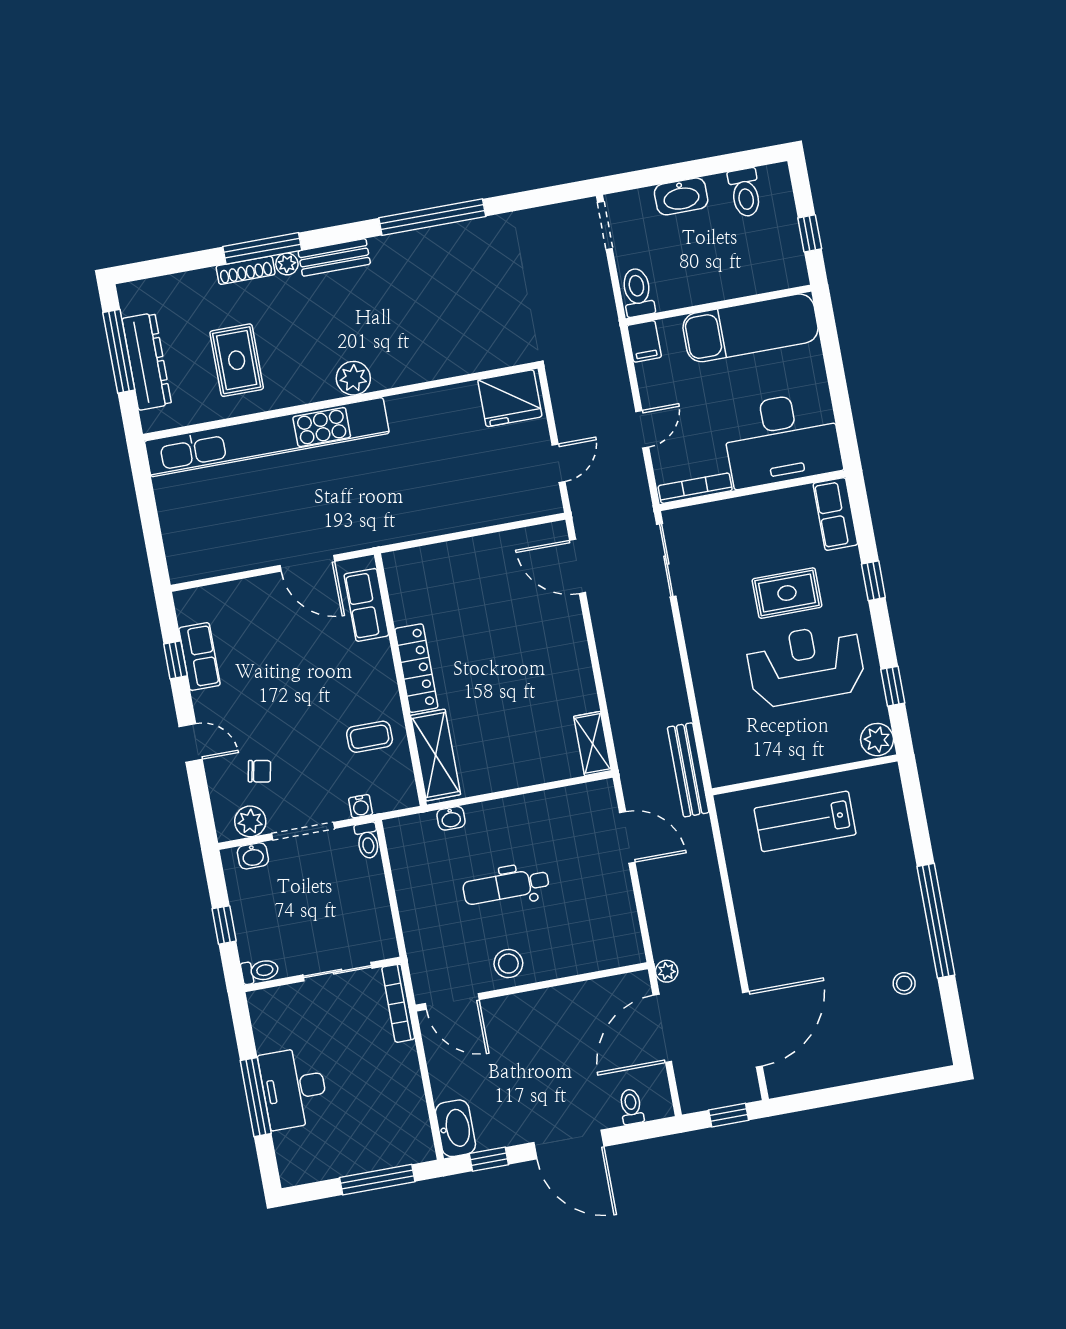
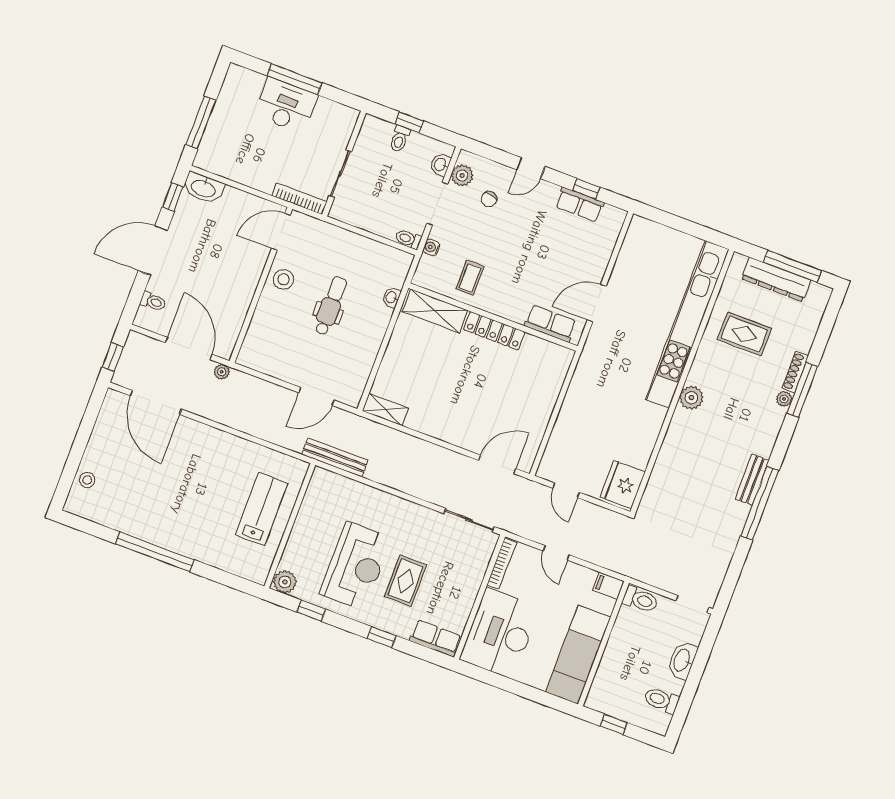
bench: (334, 257) -> (752, 480), moved
toilet: (260, 971) -> (400, 139), moved
stool: (904, 983) -> (87, 480), moved

